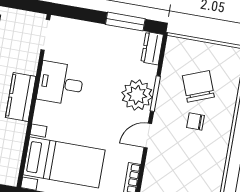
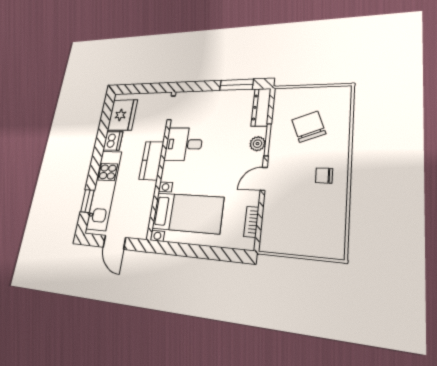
dresser: (152, 48) -> (261, 107), width x1.44
plant: (137, 95) -> (257, 144), width x0.53, depth x0.53
chair: (195, 121) -> (324, 176), moved

